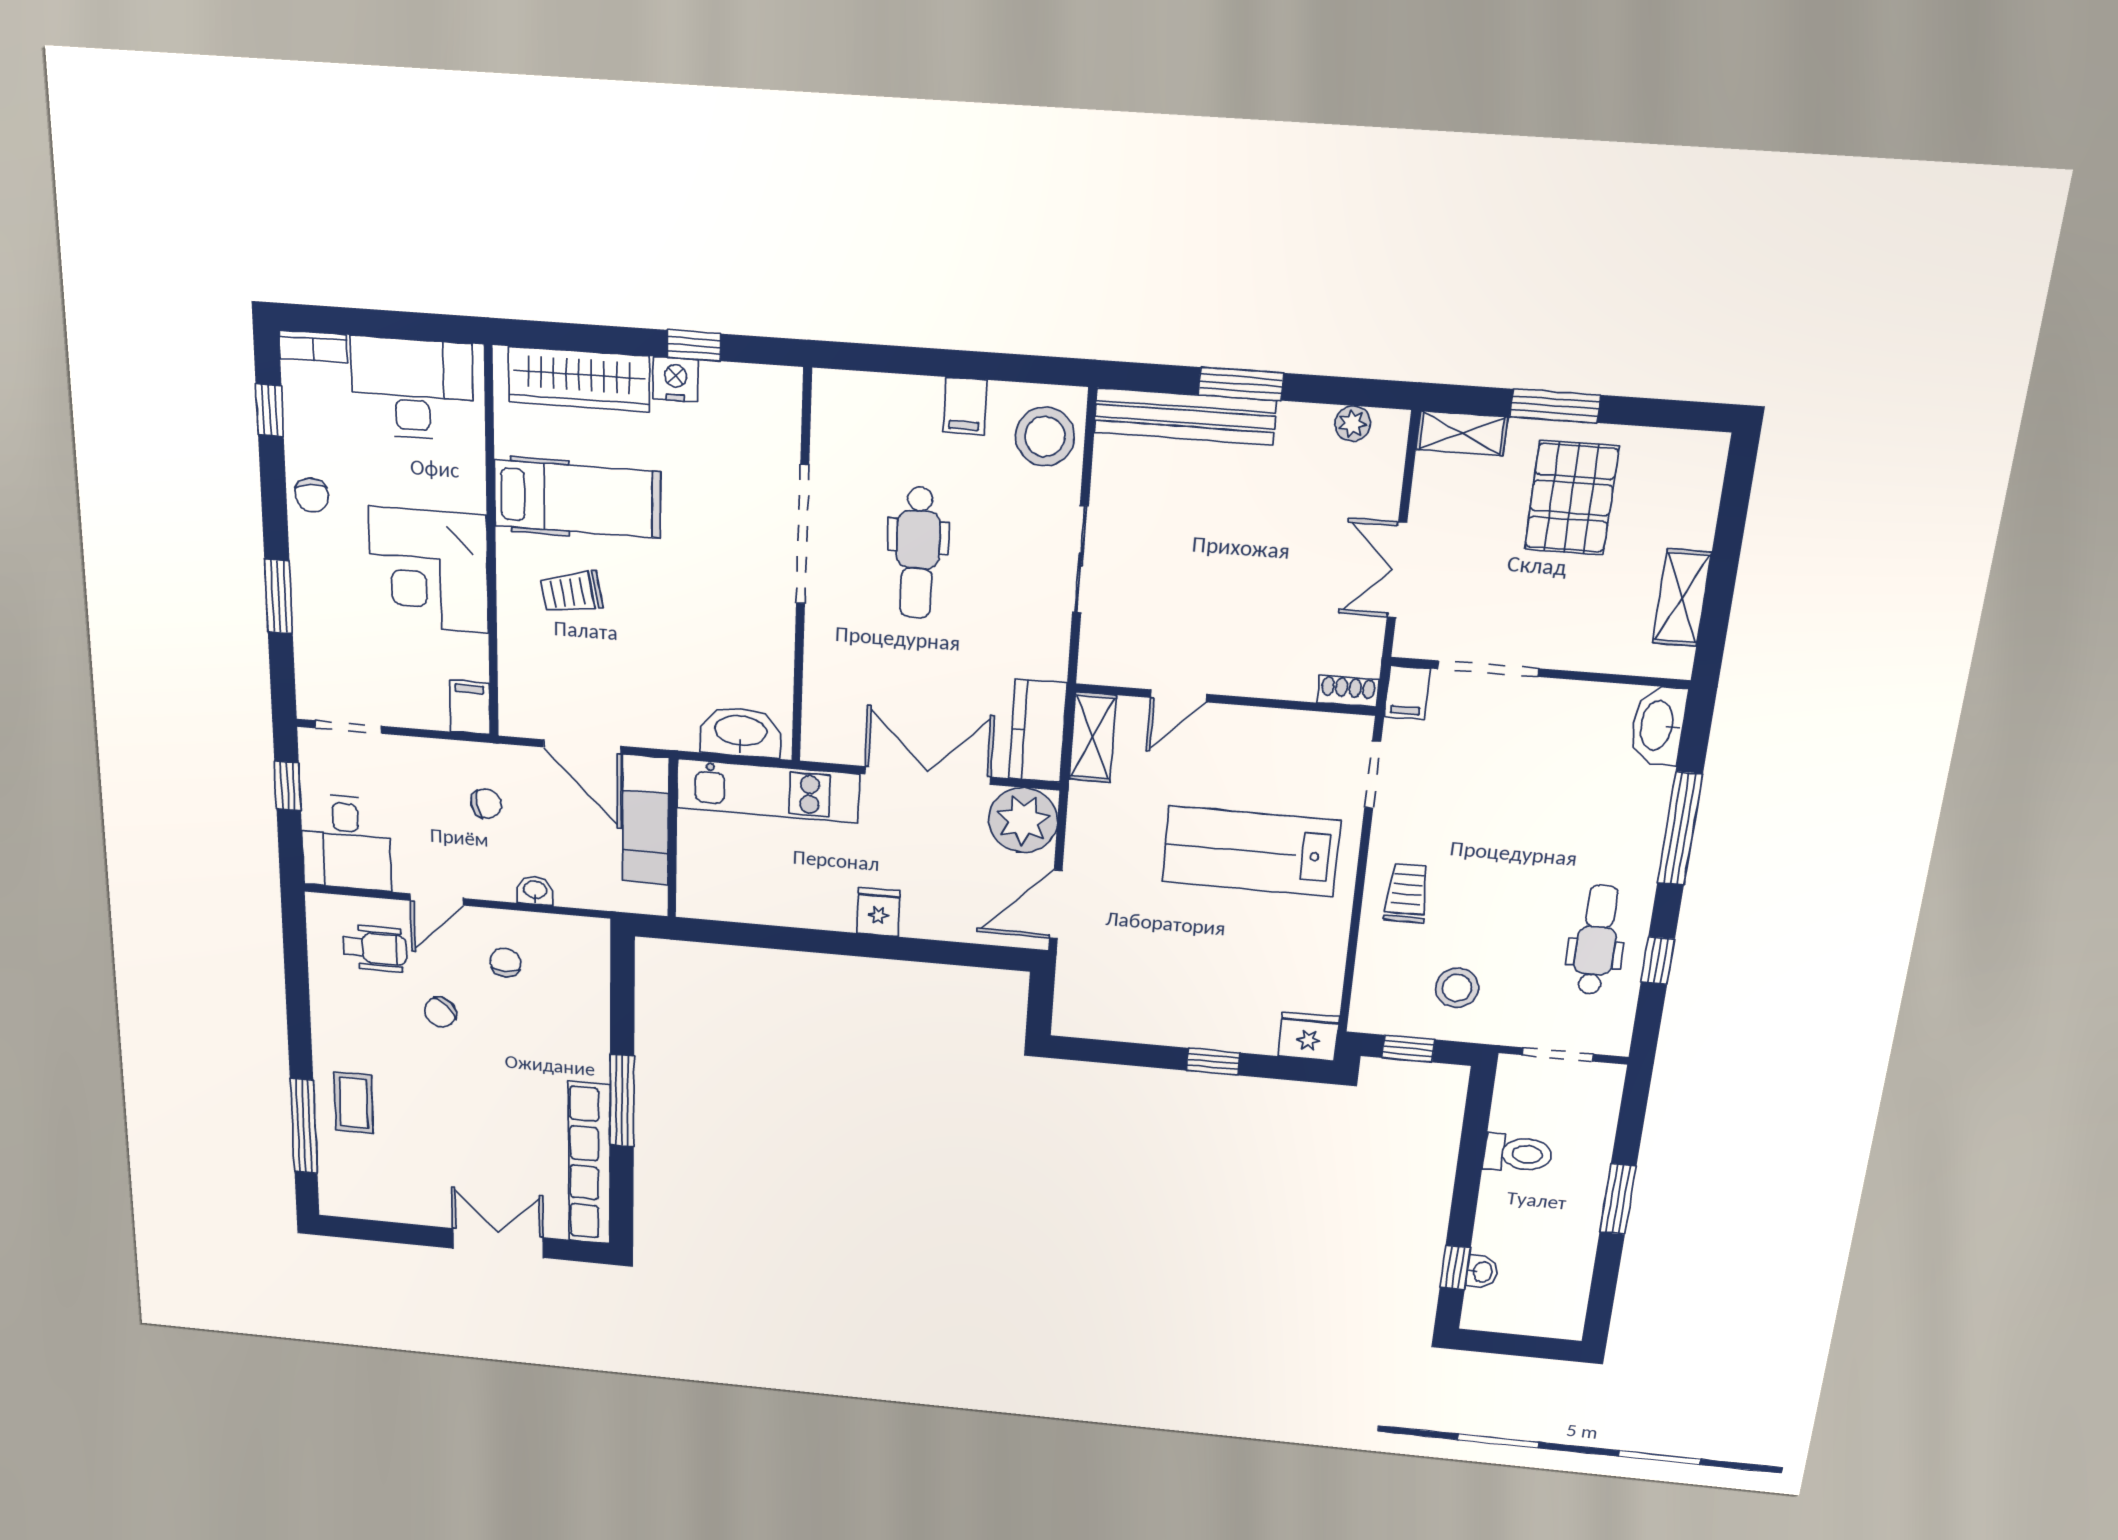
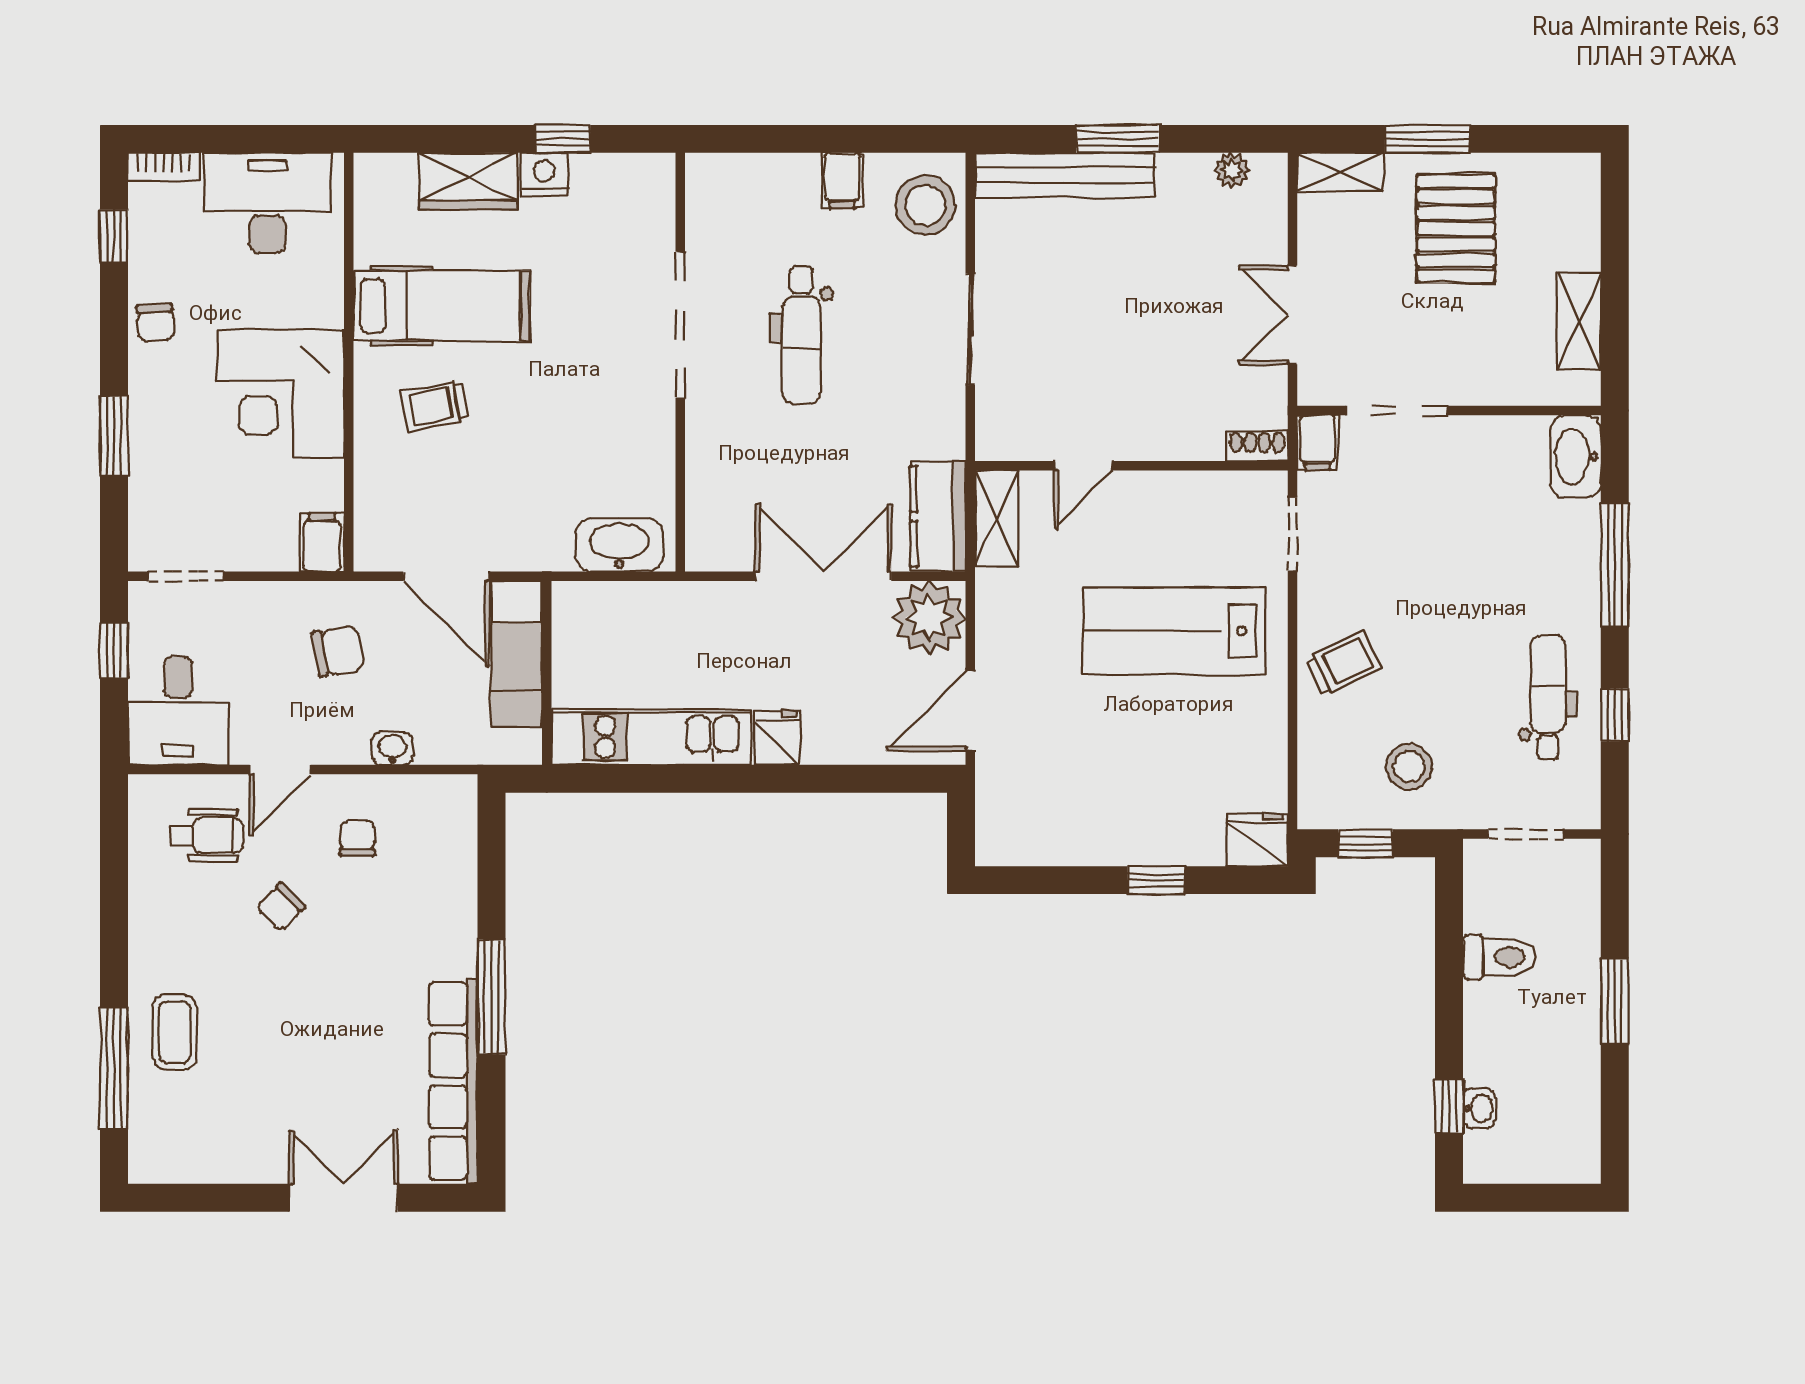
wardrobe: (579, 379) -> (468, 181), width x0.67
kitchen unit: (768, 791) -> (651, 737), moved, turned 180
chair: (486, 804) -> (338, 651), width x1.37, depth x1.37
trolley: (1407, 893) -> (1343, 663), turned 64

